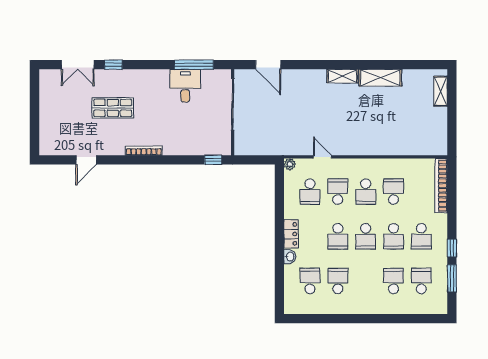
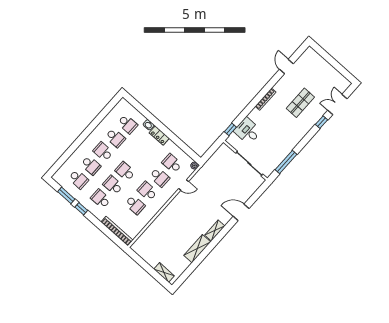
door: (268, 65) -> (241, 212), moved
desk: (185, 86) -> (248, 131), moved, turned 180
school desk: (338, 236) -> (103, 152), moved

